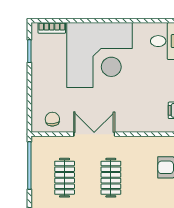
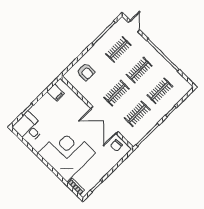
double door: (94, 134) -> (104, 120), width x1.37

